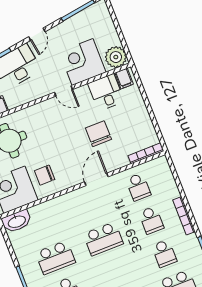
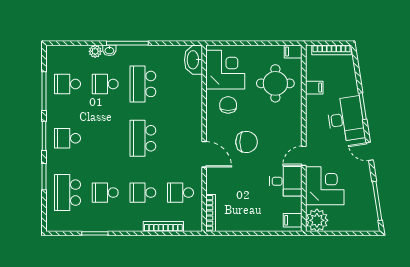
desk: (106, 92) -> (286, 181), moved
chair: (98, 134) -> (247, 142), moved
bookcase: (184, 216) -> (163, 226), moved

